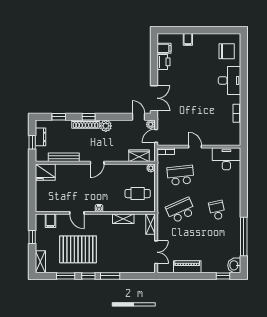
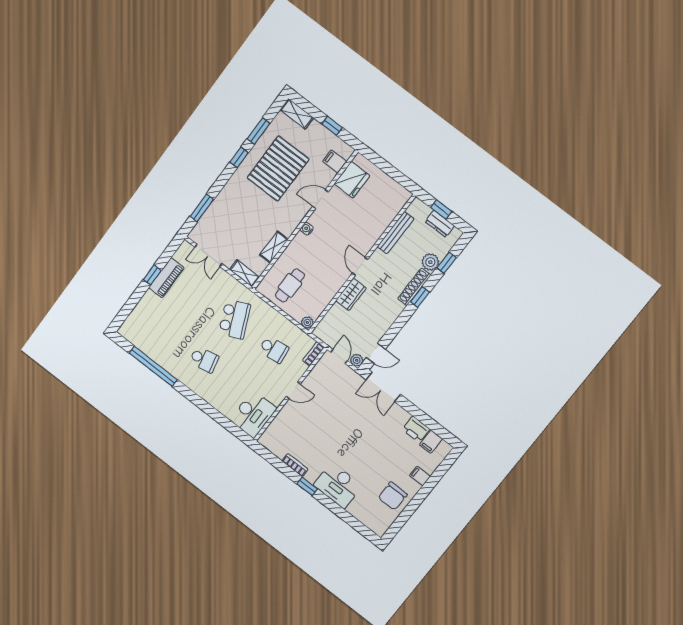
chair: (227, 51) -> (393, 496), moved
window: (244, 97) -> (307, 486), added
plant: (106, 126) -> (430, 262), moved
wardrobe: (139, 156) -> (351, 294), moved
fridge: (45, 172) -> (352, 180), moved, turned 180
school desk: (181, 175) -> (274, 349), width x0.54
washbasin: (234, 265) -> (129, 331), removed
window: (110, 276) -> (202, 208), moved
window: (223, 276) -> (152, 275), moved

